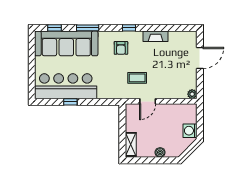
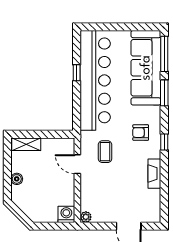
window: (54, 28) -> (164, 54), width x2.17
bar counter: (66, 86) -> (95, 80), width x1.36
washing machine: (190, 131) -> (66, 214), moved

